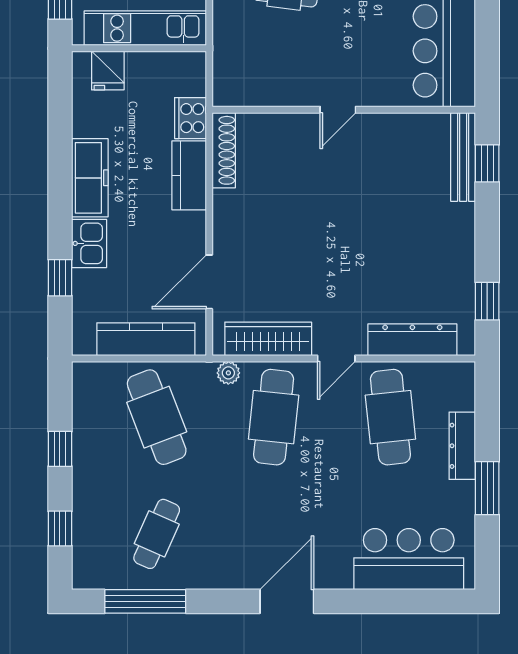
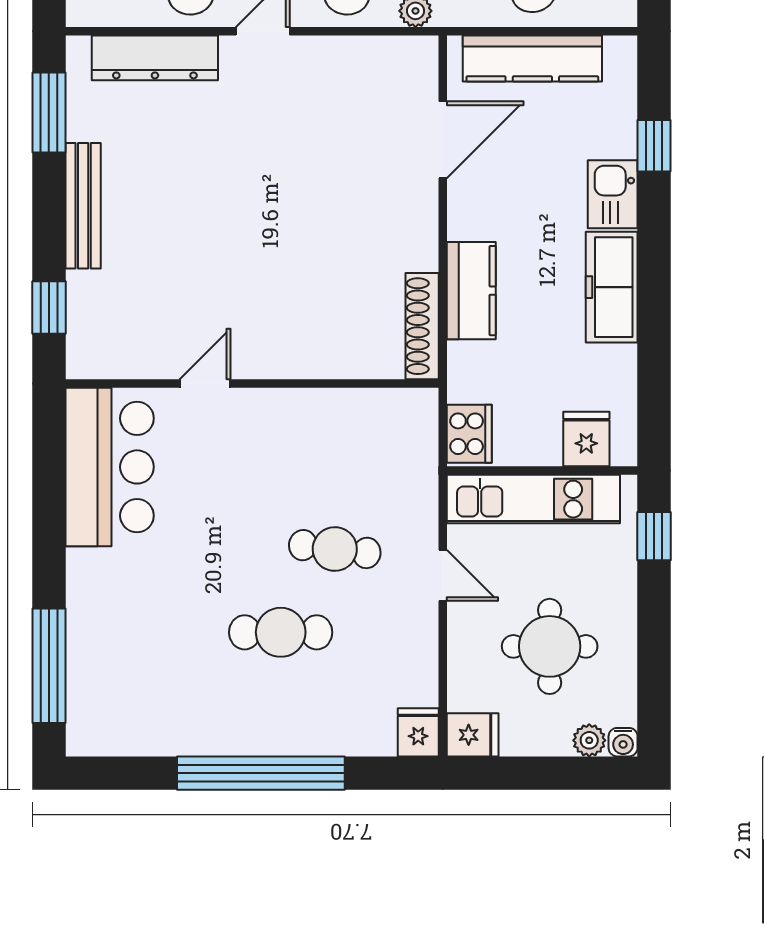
door: (338, 110) -> (205, 384), moved
cooker: (190, 118) -> (469, 434), moved
bench: (463, 157) -> (83, 206), moved
window: (487, 301) -> (49, 112), width x1.50
wardrobe: (268, 339) -> (359, 59), removed

